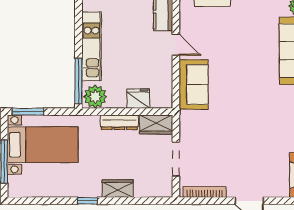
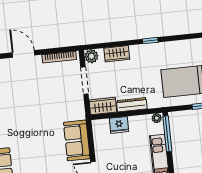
plant: (95, 97) -> (157, 118), width x0.53, depth x0.53
wardrobe: (118, 189) -> (117, 54), moved
plant: (164, 189) -> (91, 56), added

